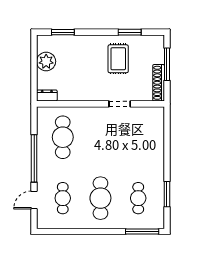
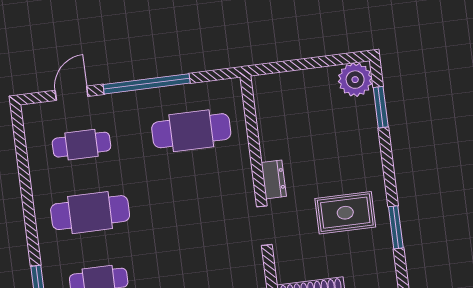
plant: (46, 61) -> (355, 80), moved
dresser: (47, 96) -> (274, 179), moved
door: (34, 200) -> (72, 93), hinge flipped

